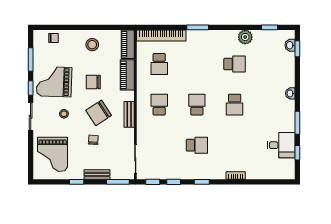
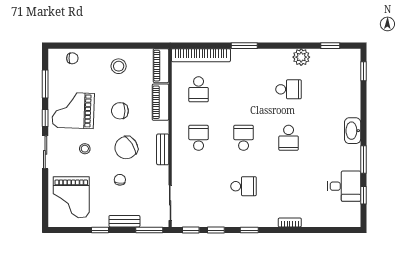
washbasin: (290, 45) -> (355, 67), removed
washbasin: (290, 93) -> (353, 131), width x1.91, depth x1.45

